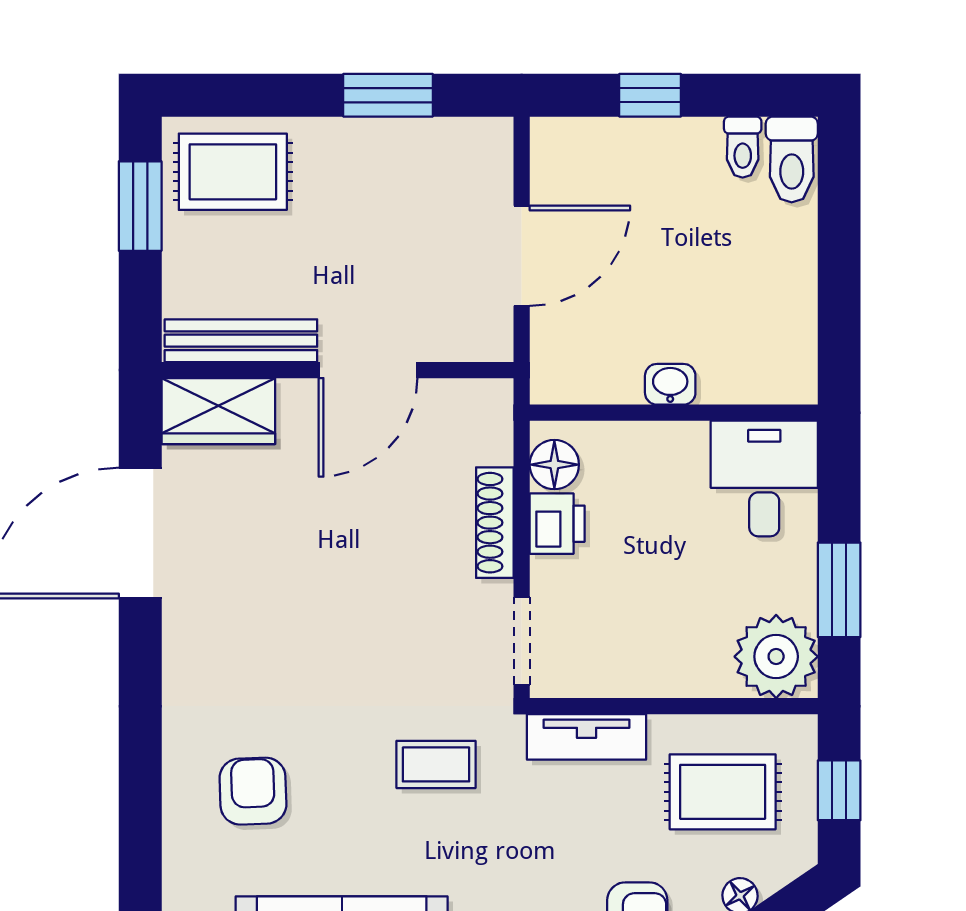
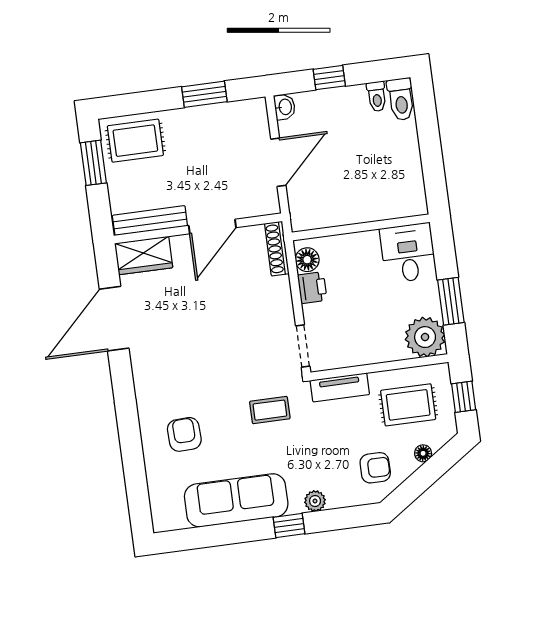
washbasin: (670, 384) -> (285, 107), moved, turned 90
shoe rack: (495, 523) -> (277, 249), moved

